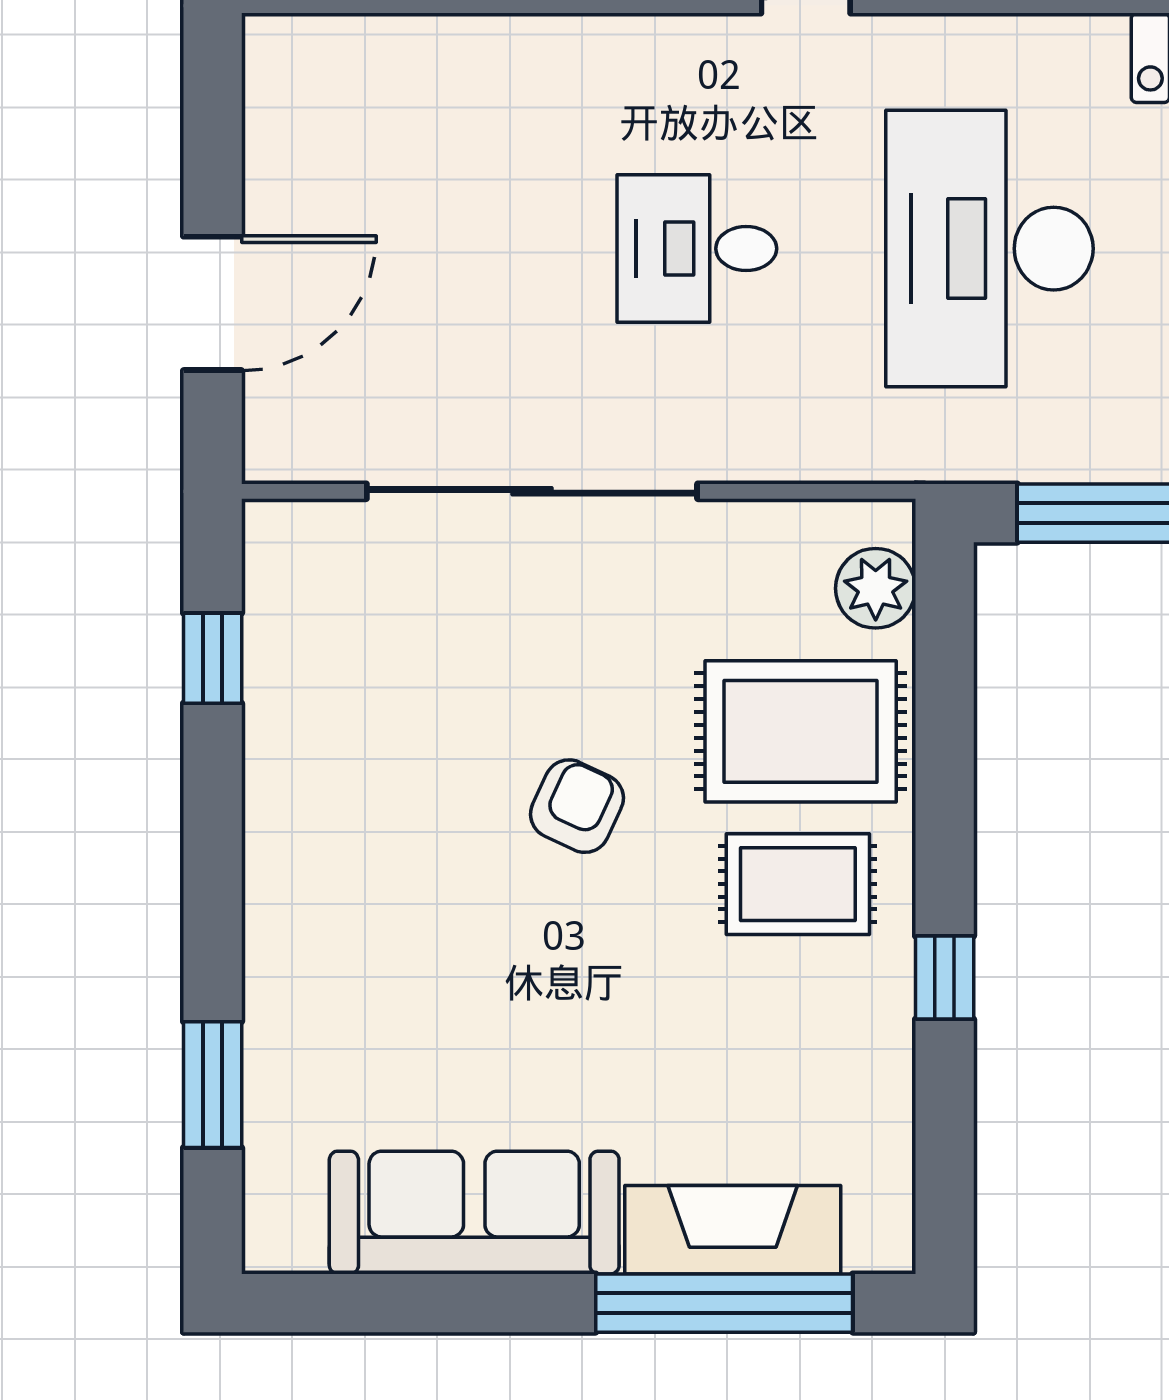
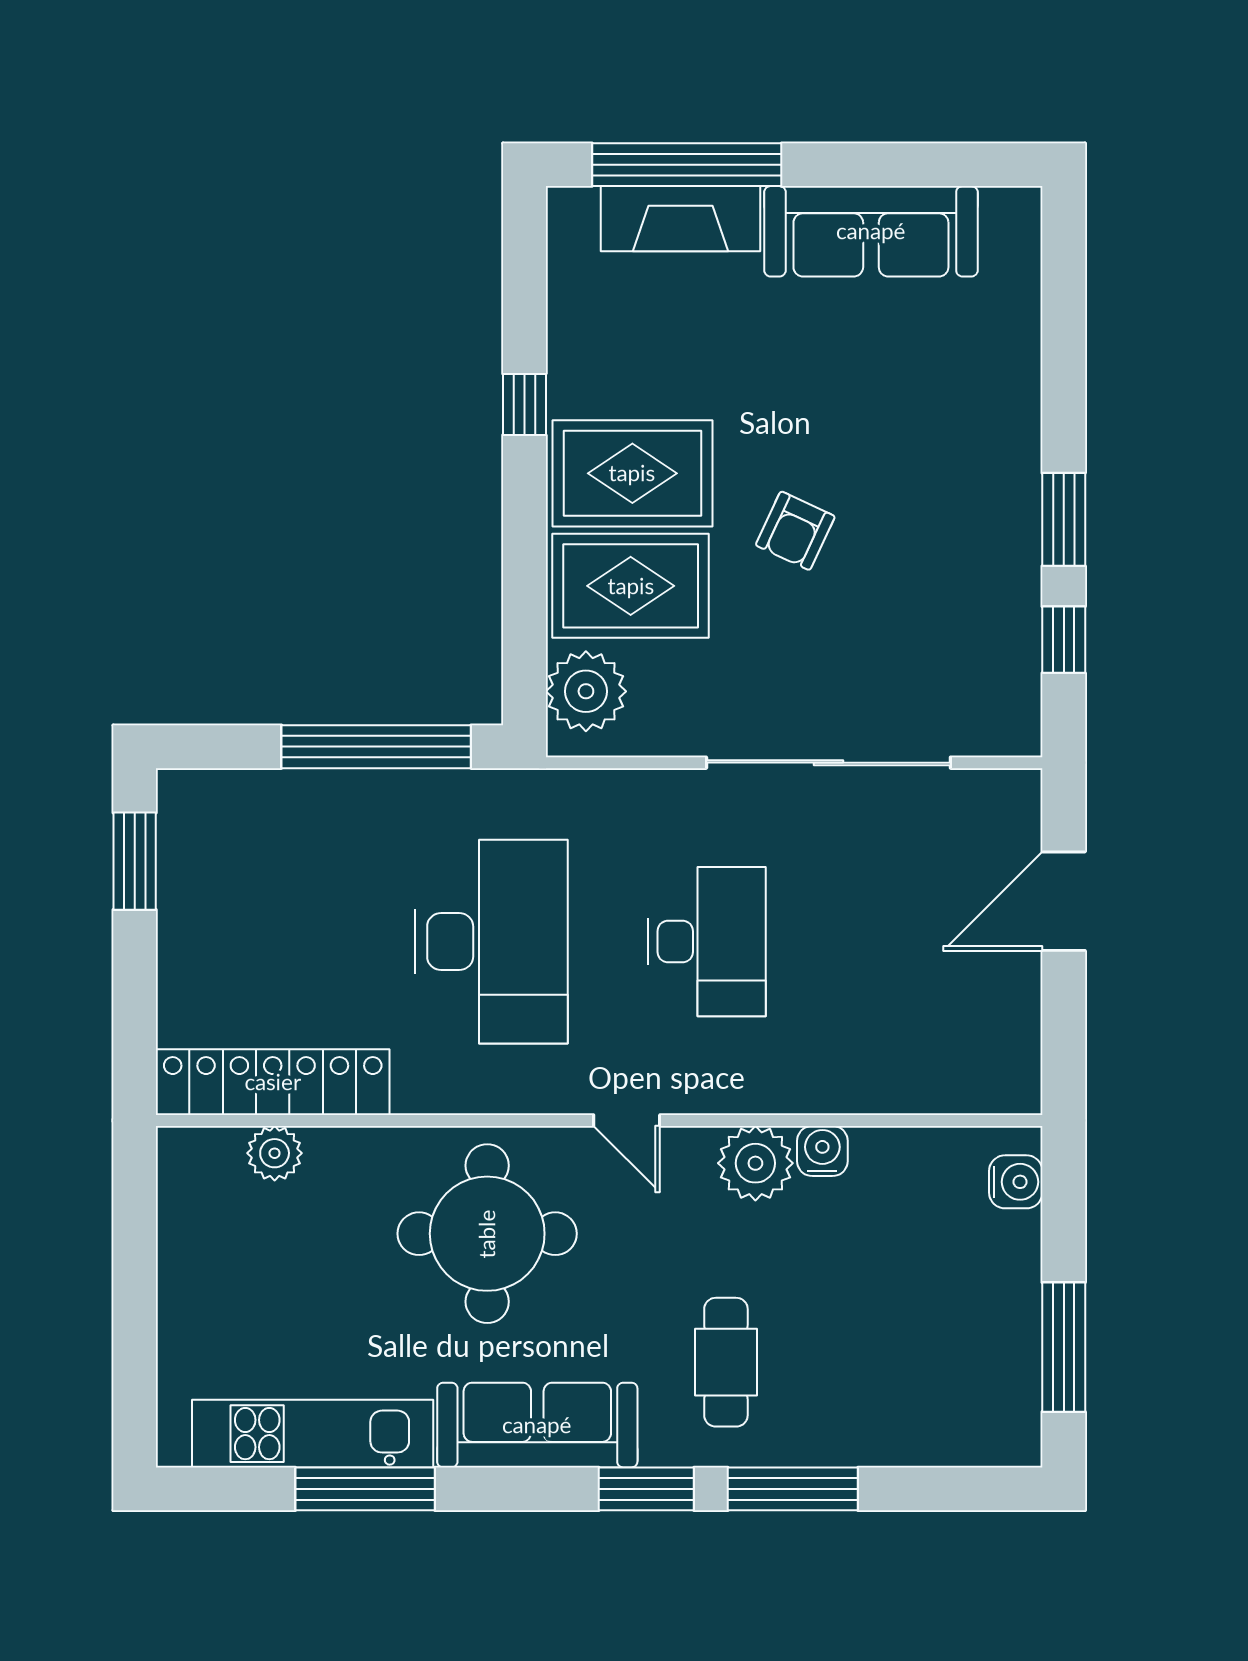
desk: (697, 249) -> (707, 942), width x1.37
plant: (876, 588) -> (586, 691), width x1.36, depth x1.36
rug: (798, 884) -> (632, 473), width x1.36, depth x1.43
window: (213, 1085) -> (1064, 519), moved

